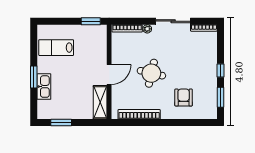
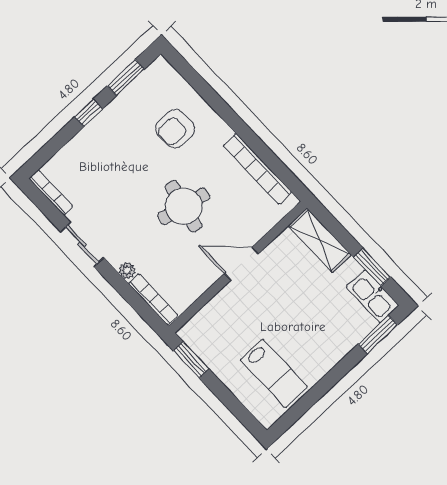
sliding door: (173, 21) -> (82, 245), width x0.73
window: (34, 77) -> (378, 335), moved
kitchen sink: (44, 87) -> (373, 296), moved, turned -90
shelving: (100, 102) -> (320, 240), moved, turned 90

